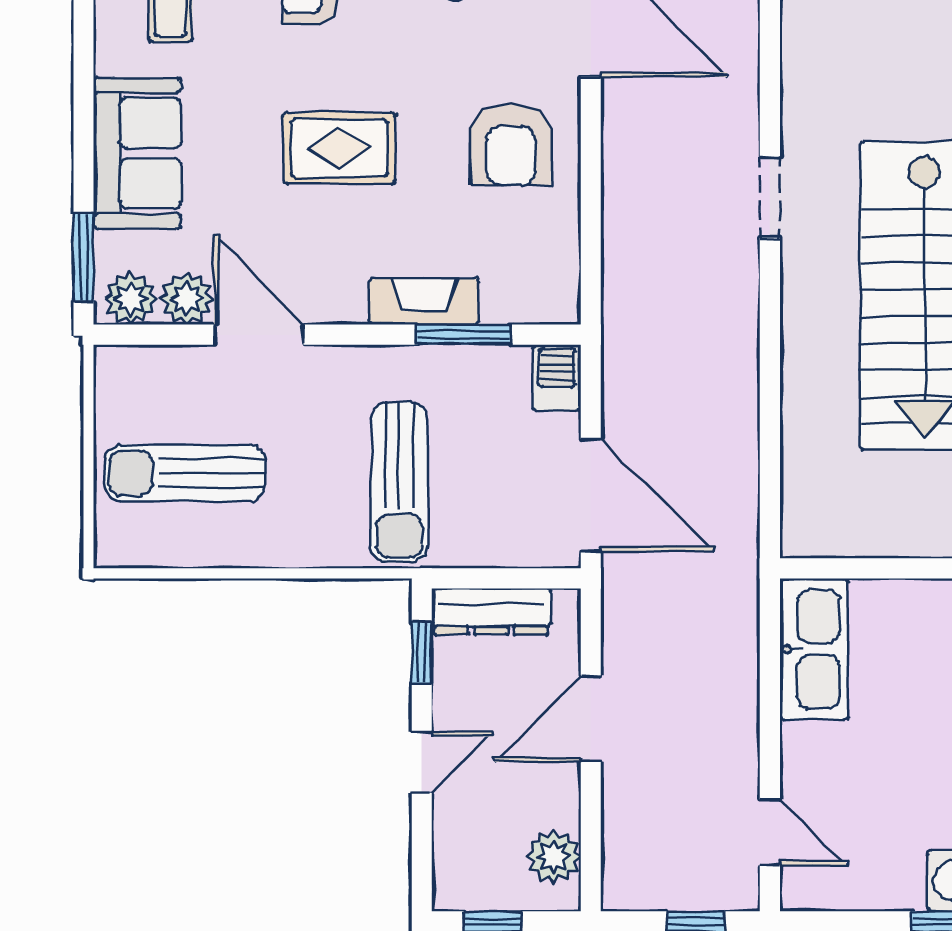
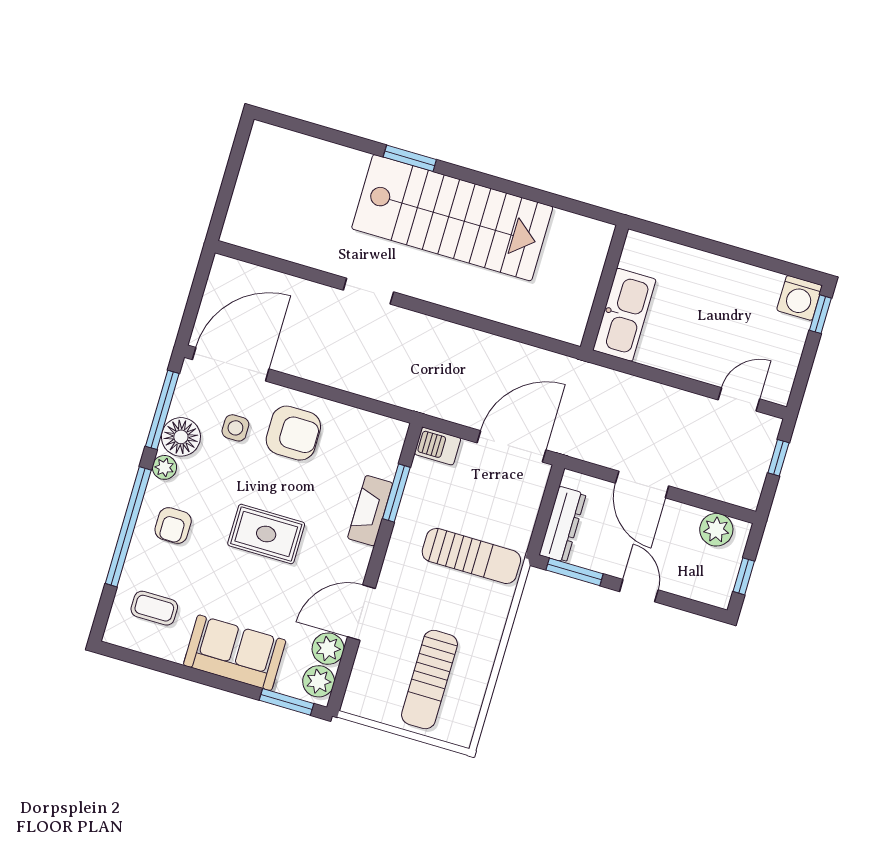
side table: (492, 51) -> (235, 428), added
rug: (339, 148) -> (266, 534), turned 90
kitchen sink: (814, 649) -> (624, 315), moved, turned 90
window: (422, 652) -> (575, 572), width x1.50

